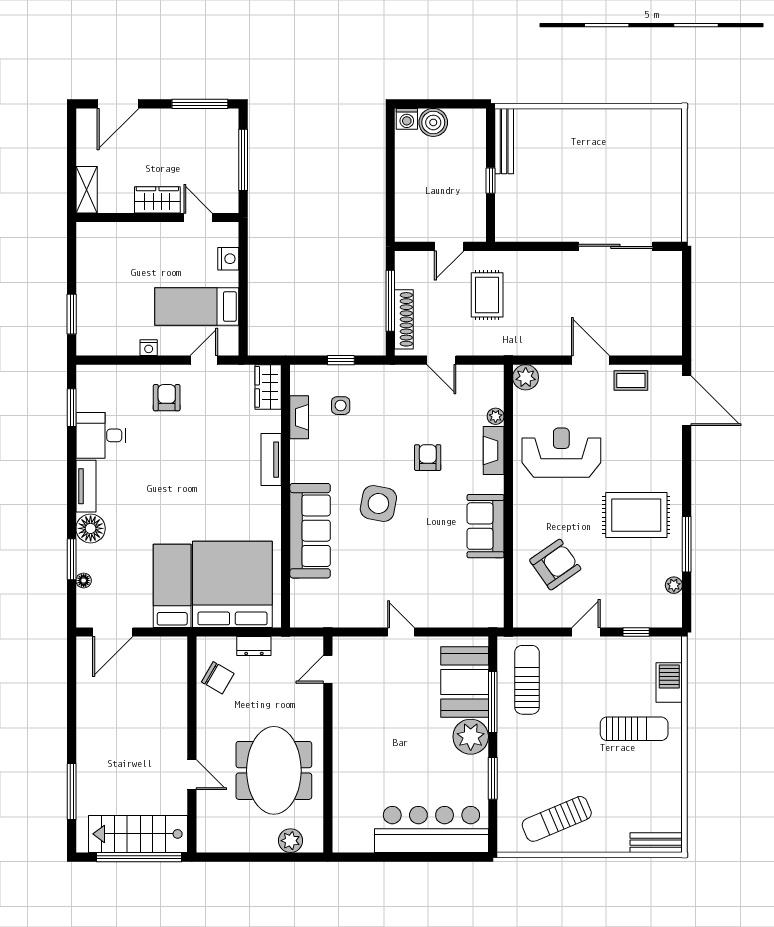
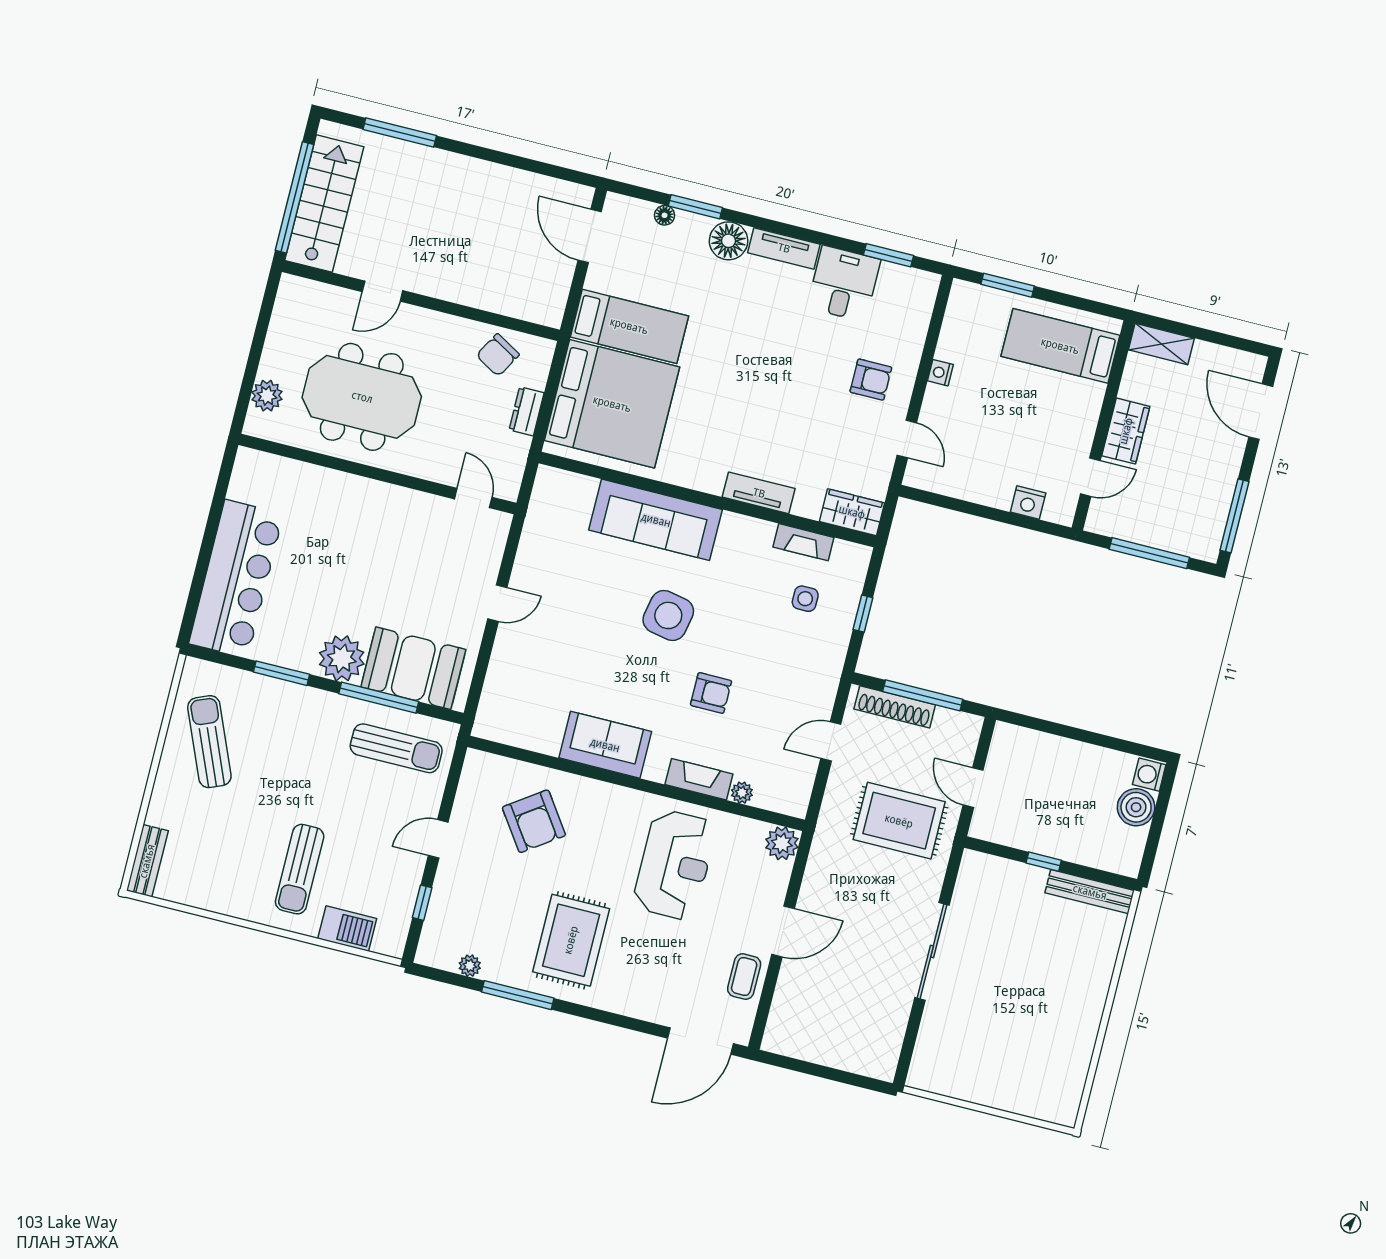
sliding door: (615, 246) -> (932, 951), moved
rug: (487, 295) -> (899, 821), width x1.36, depth x1.43
bed: (197, 306) -> (1060, 346), moved, turned -90
door: (586, 632) -> (438, 839), swing flipped

